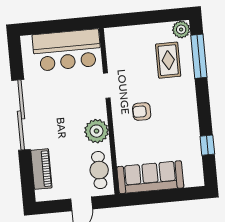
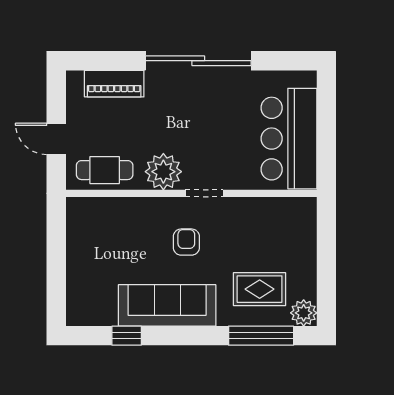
doorway: (107, 86) -> (204, 193), moved
sofa: (150, 177) -> (167, 305), moved, turned -90

